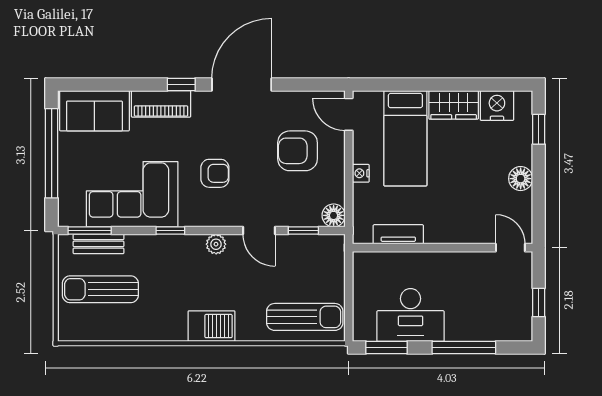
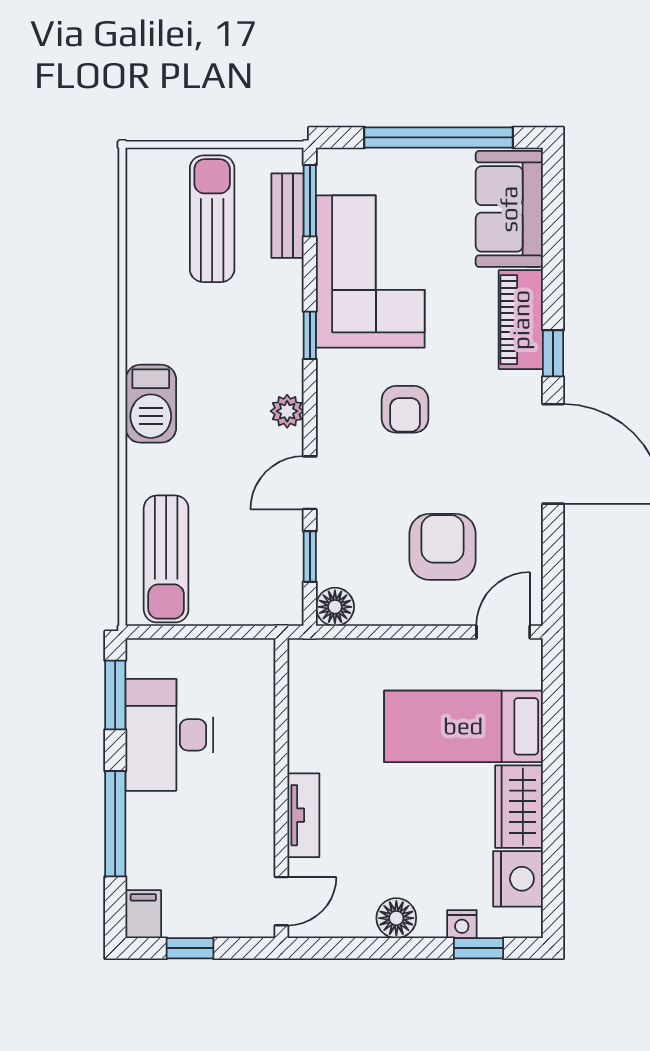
nightstand: (361, 173) -> (462, 924), moved, turned 180
tv unit: (398, 234) -> (303, 815), moved
filing cabinet: (518, 331) -> (143, 914), added

